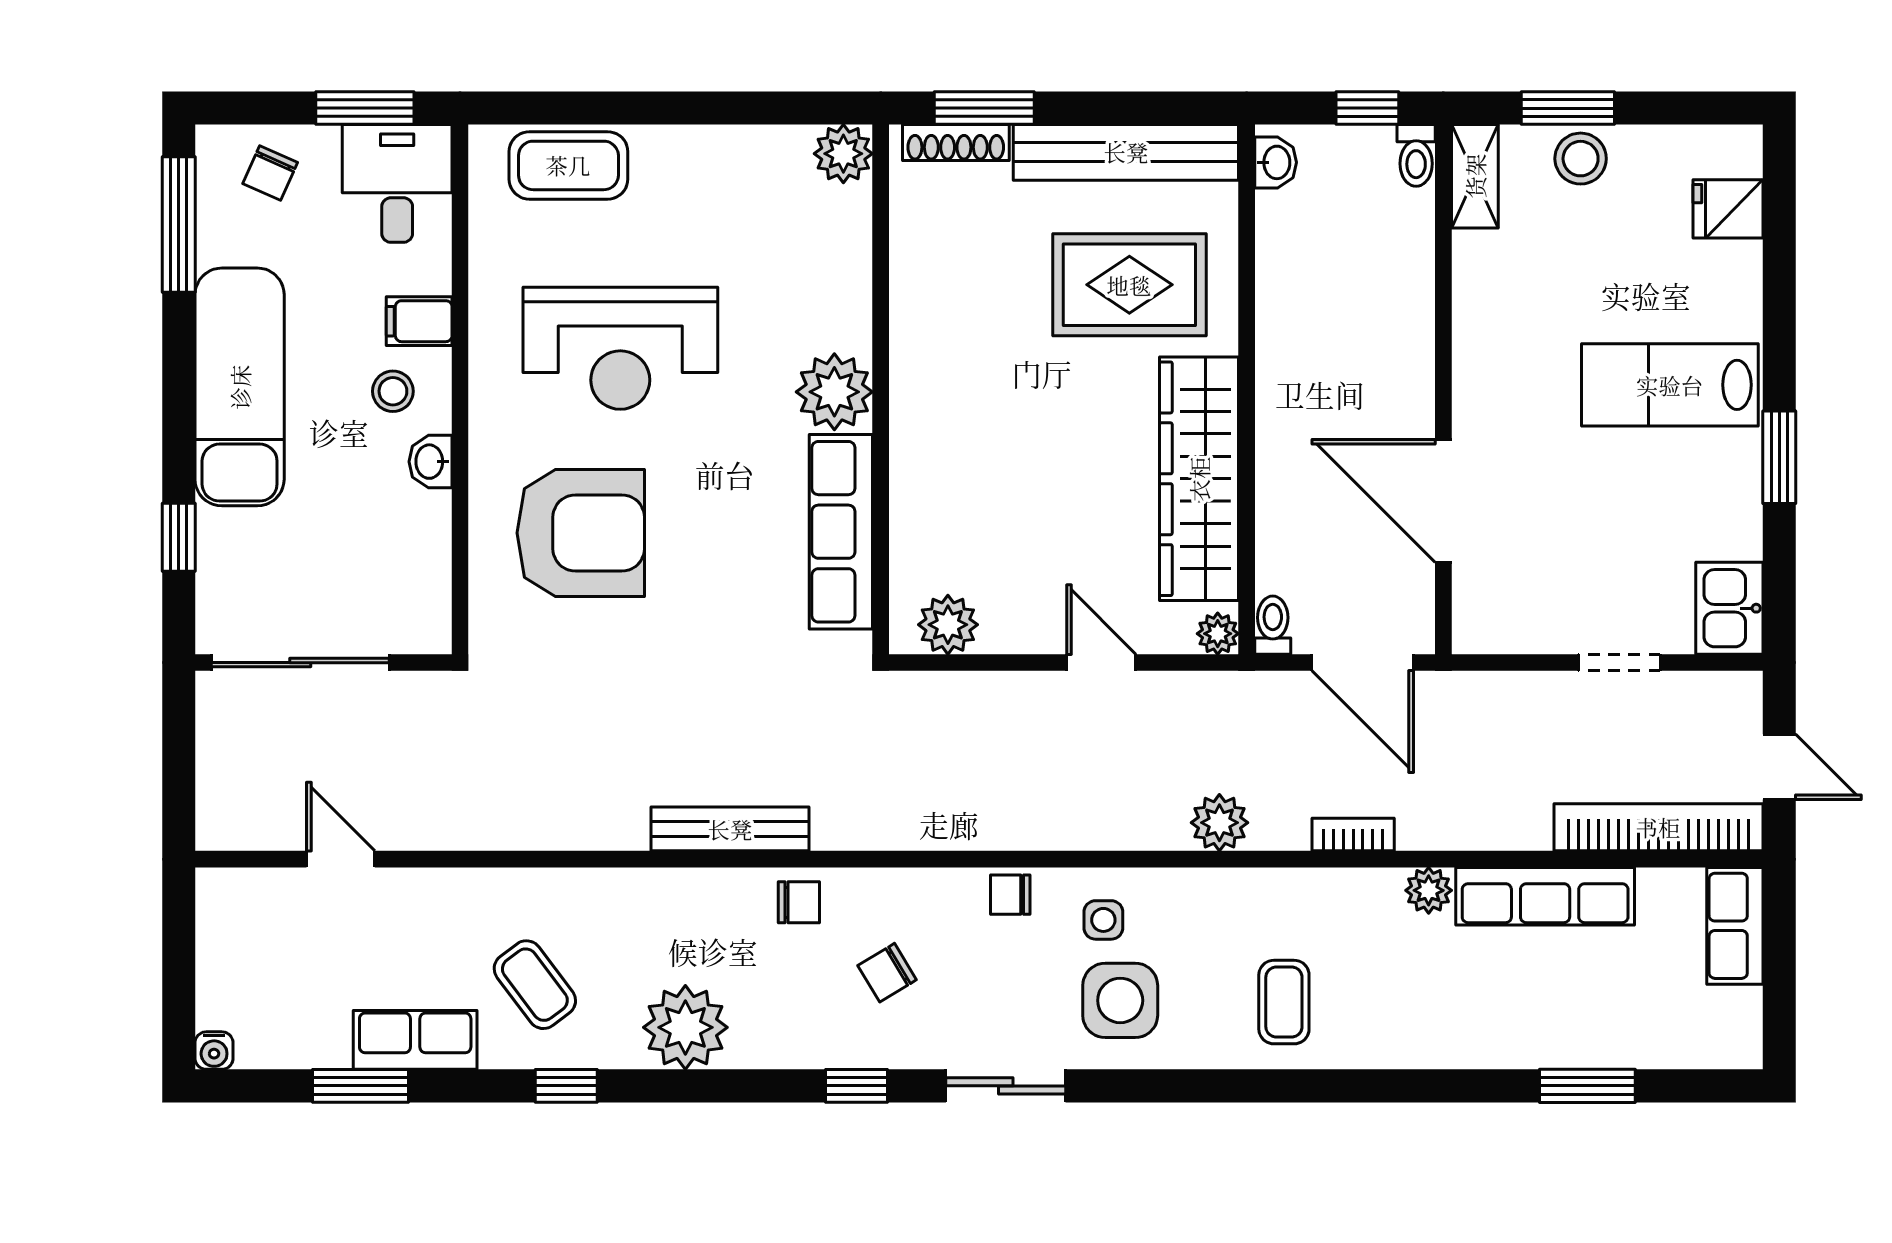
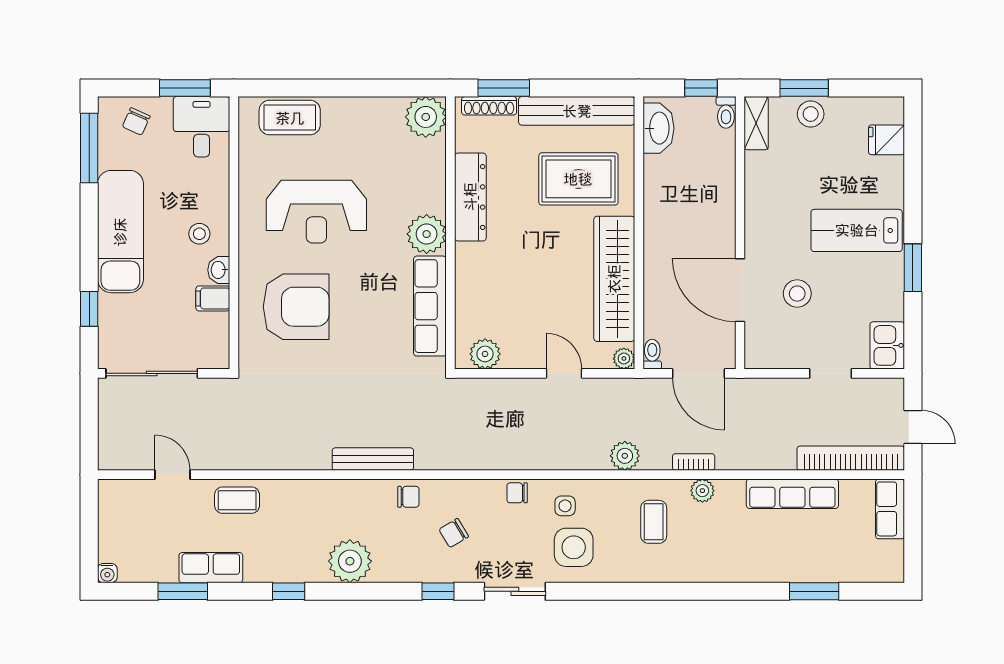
plant: (843, 154) -> (426, 117), width x1.36, depth x1.36
washbasin: (1276, 162) -> (658, 128), width x1.91, depth x1.45
dresser: (919, 320) -> (470, 197), added
filing cabinet: (419, 321) -> (213, 298), moved
stool: (1554, 507) -> (797, 294), added
plant: (1429, 890) -> (702, 491), moved
coffee table: (535, 985) -> (237, 500), moved, turned -53
coffee table: (1284, 1002) -> (654, 522), moved

